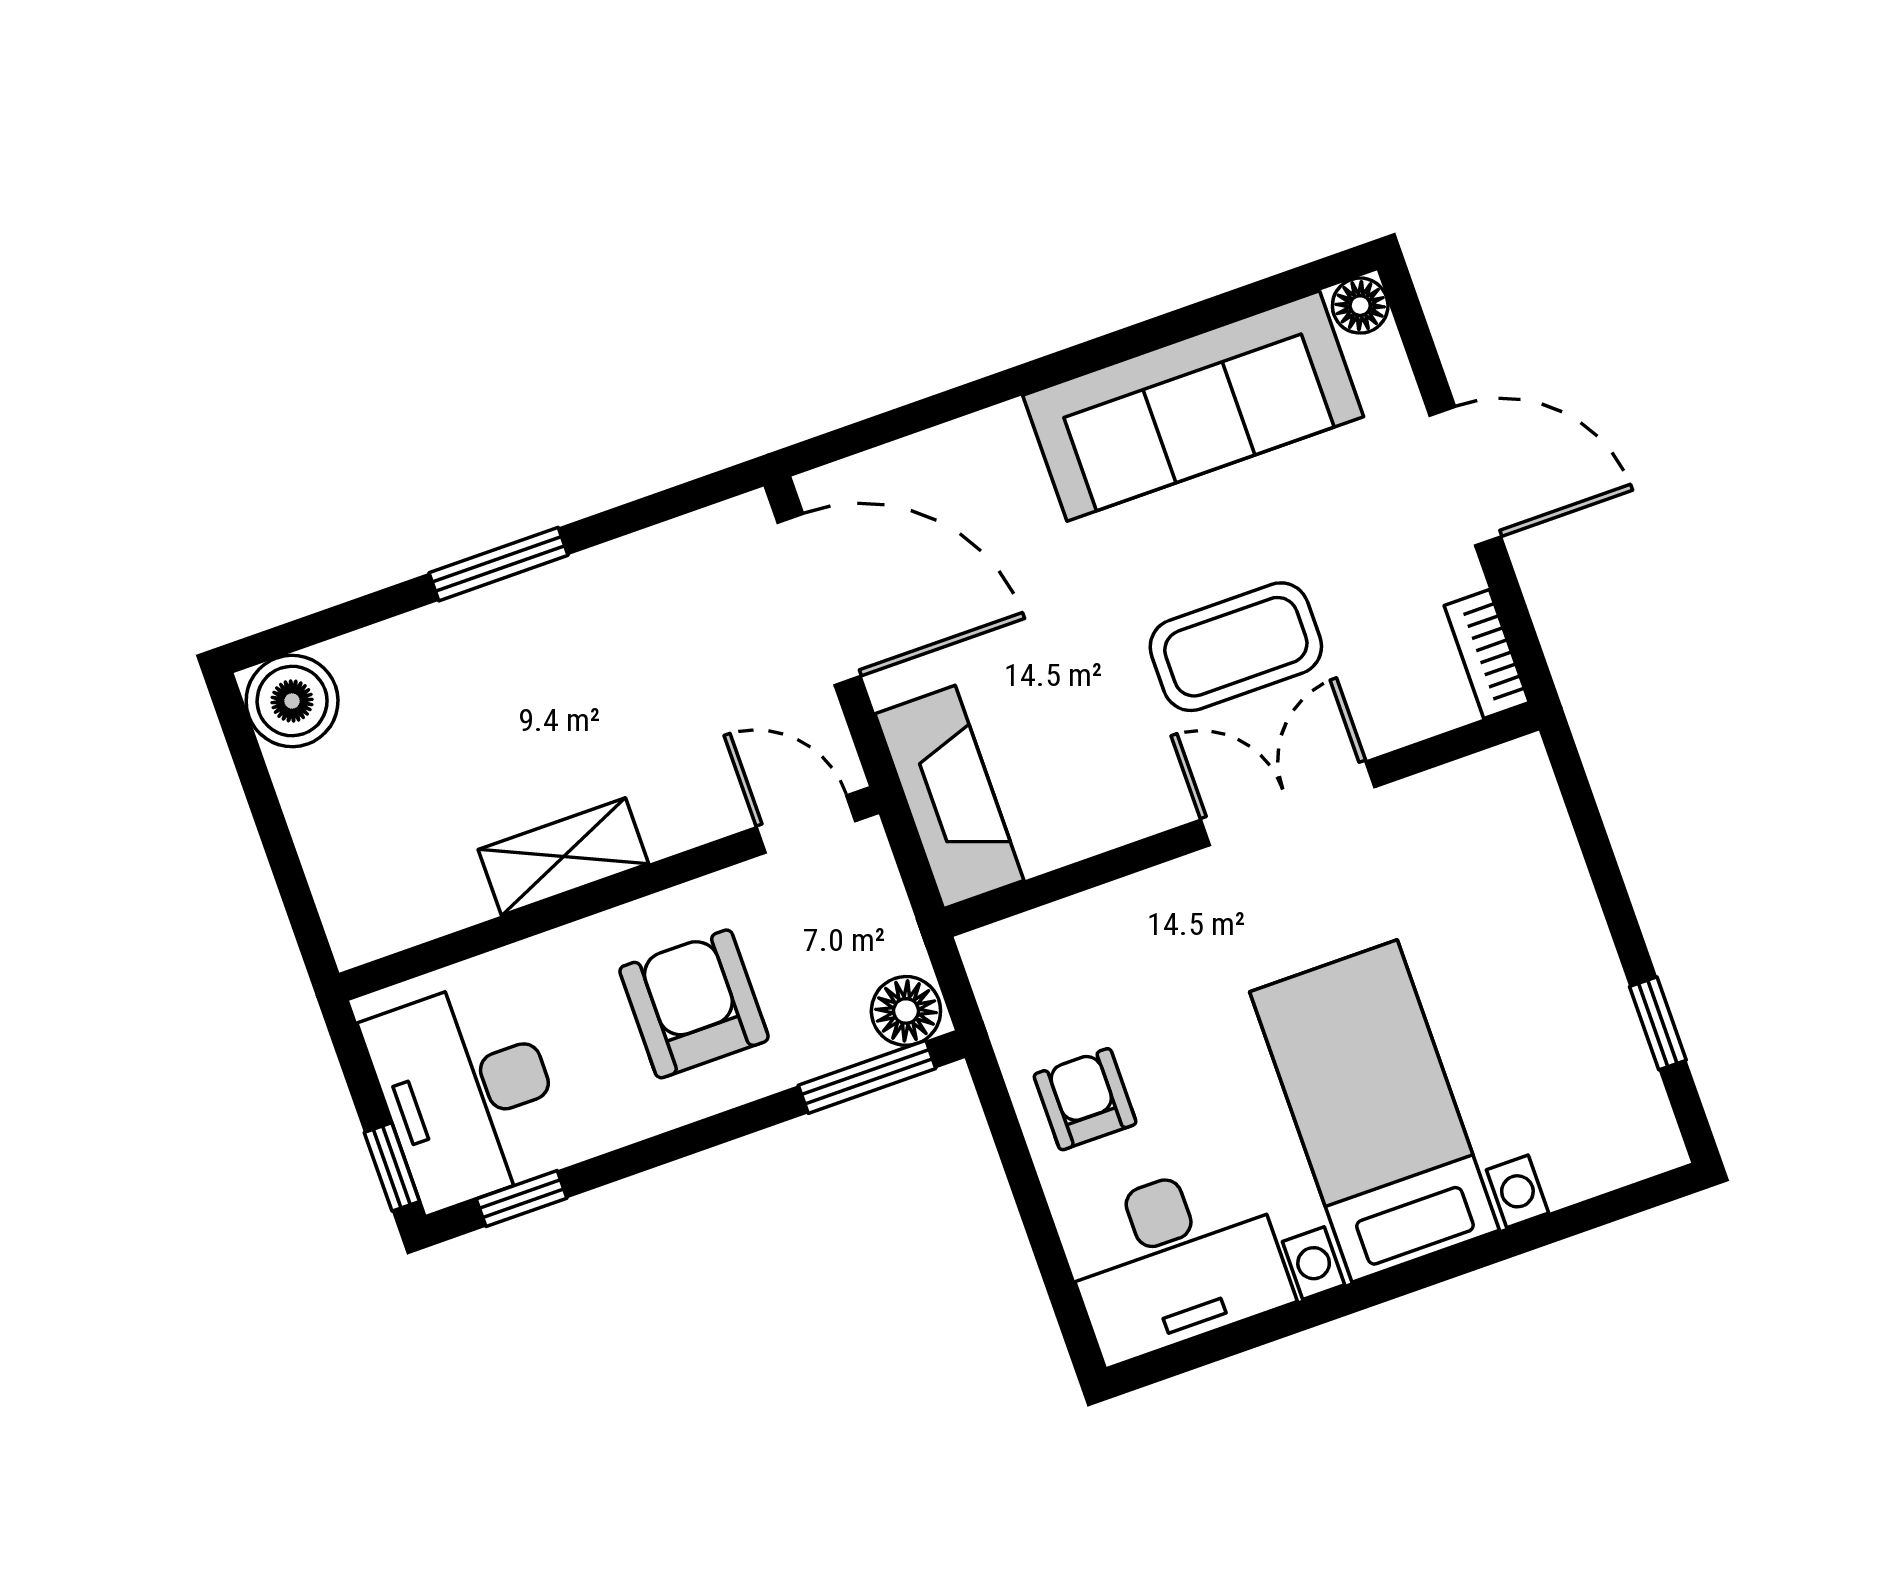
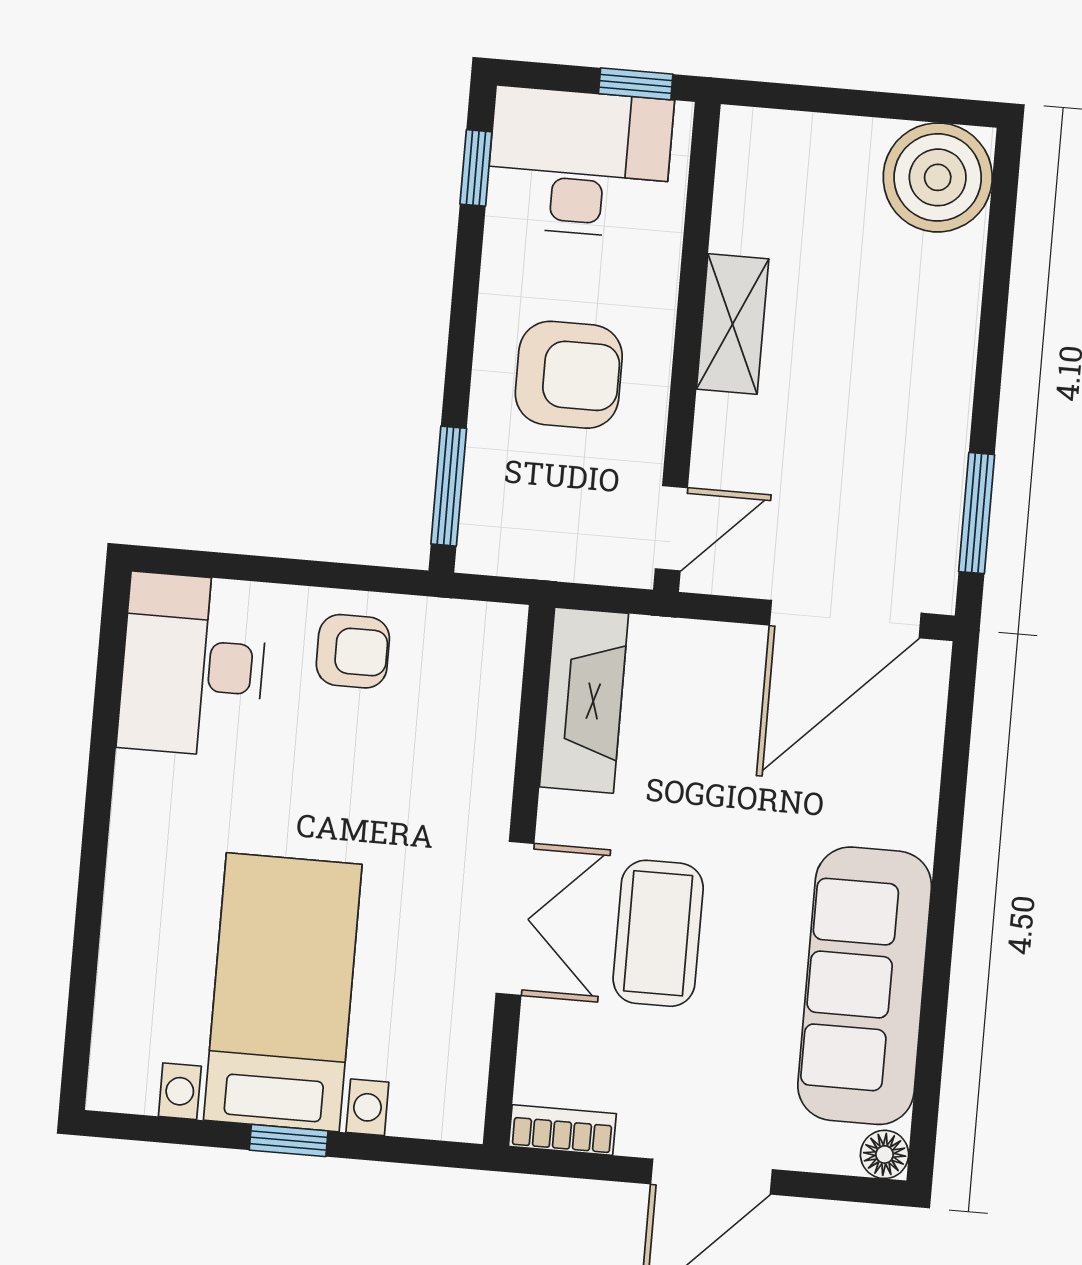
window: (498, 564) -> (977, 513), moved
boiler: (292, 701) -> (938, 177), width x1.37, depth x1.37
fireplace: (949, 797) -> (584, 700), moved, turned -90
floor lamp: (906, 1011) -> (487, 541), removed
window: (1658, 1023) -> (289, 1140), moved
bed with nightstands: (1375, 1111) -> (283, 992), moved, turned -90
window: (392, 1167) -> (636, 84), moved

